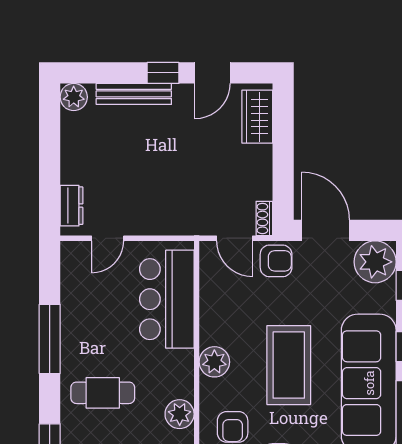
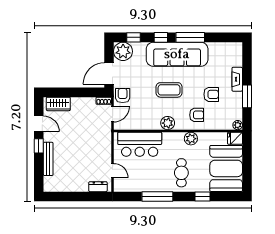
plant: (74, 97) -> (50, 186), removed
coffee table: (289, 365) -> (169, 90), width x0.73, depth x0.76

